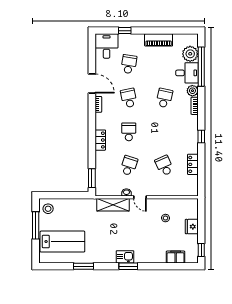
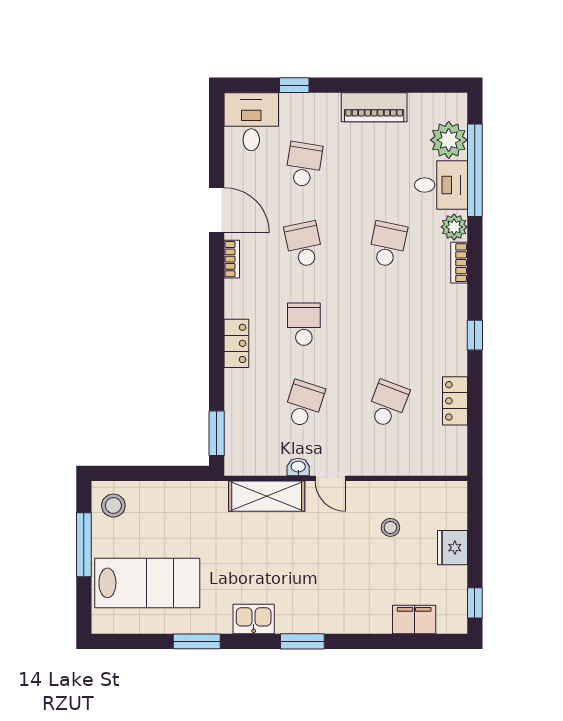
school desk: (164, 166) -> (388, 404), turned 45
kitchen sink: (125, 257) -> (254, 619), moved

